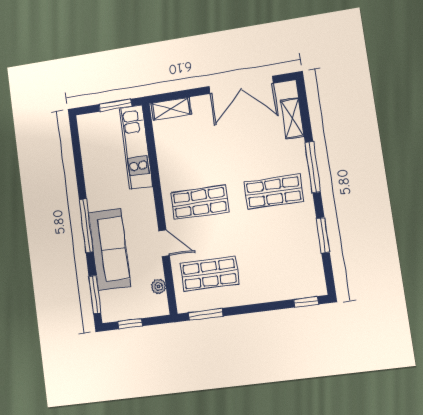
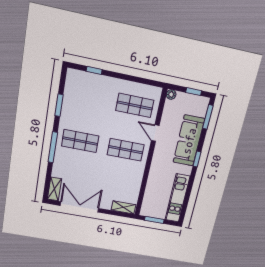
shelving: (292, 118) -> (55, 189), moved
kitchen unit: (136, 147) -> (177, 198), moved, turned 180
window: (86, 226) -> (197, 159), width x0.46
plant: (159, 287) -> (171, 94), moved
window: (306, 302) -> (94, 70), moved
window: (206, 314) -> (146, 81), removed

